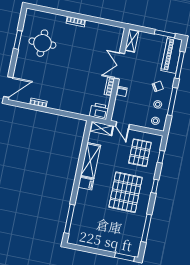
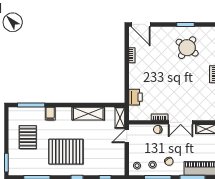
round table: (42, 43) -> (187, 48), turned 35
double door: (119, 66) -> (181, 122), swing flipped
printer: (99, 111) -> (135, 97), moved
pallet: (140, 153) -> (28, 137), moved, turned 90
filing cabinet: (86, 184) -> (50, 114), moved

